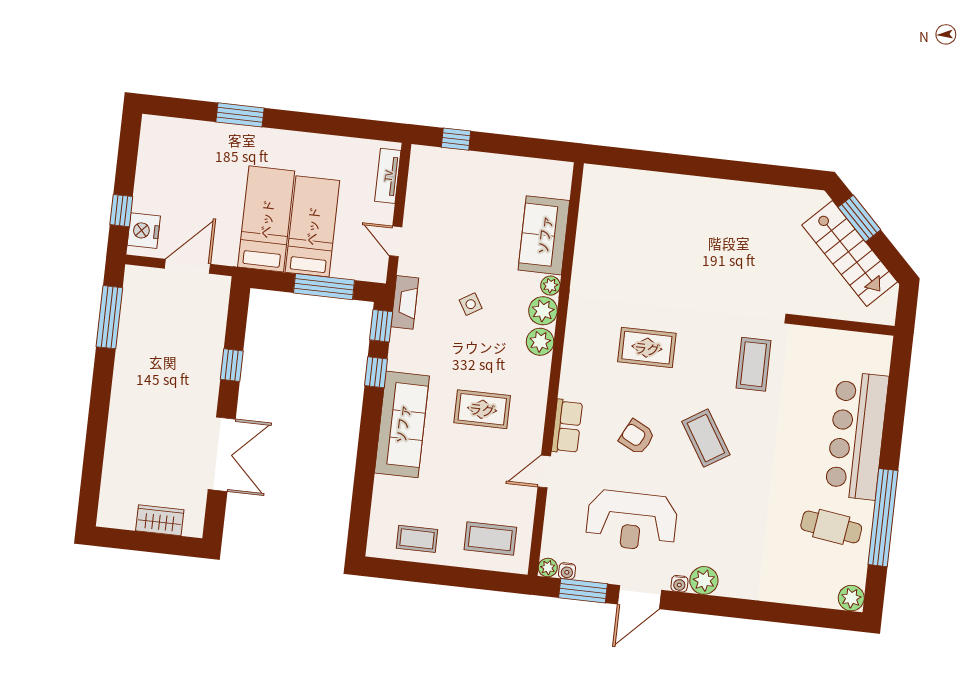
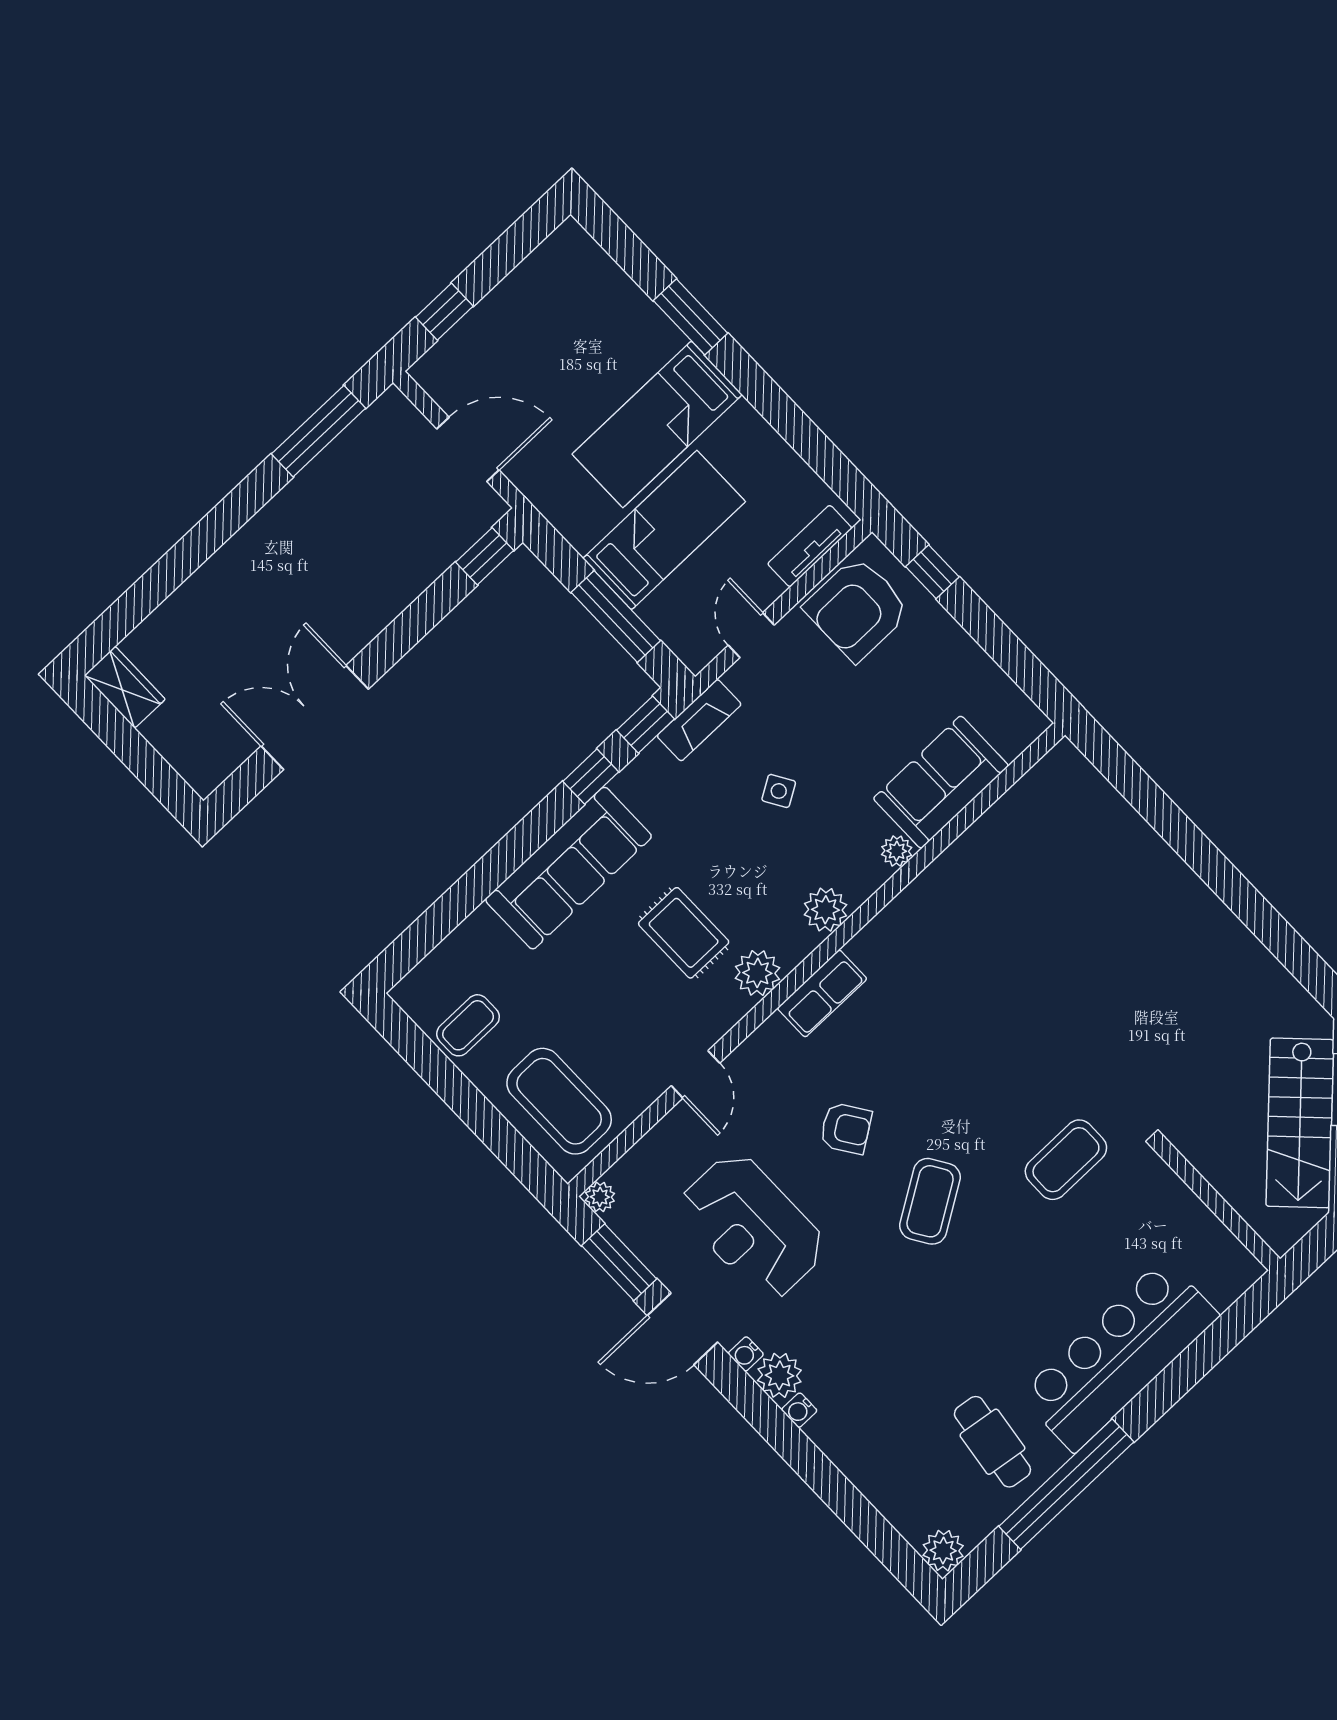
armchair: (435, 187) -> (857, 609), added
bed: (266, 219) -> (657, 424), moved, turned 180
nightstand: (144, 231) -> (451, 360), removed
plant: (543, 311) -> (757, 973), moved
rug: (647, 348) -> (951, 1028), removed
window: (232, 365) -> (485, 556), moved
row of seats: (567, 426) -> (822, 993), moved
armchair: (637, 437) -> (846, 1128), turned 119
double door: (222, 454) -> (315, 717), swing flipped
door: (544, 471) -> (695, 1074), swing flipped
wardrobe: (160, 520) -> (125, 687), moved
coffee table: (490, 538) -> (559, 1101), width x1.36, depth x1.32
coffee table: (417, 539) -> (468, 1025), turned 90
water cooler: (567, 571) -> (799, 1410), moved

